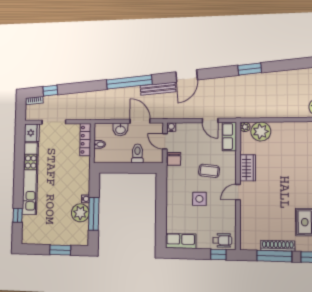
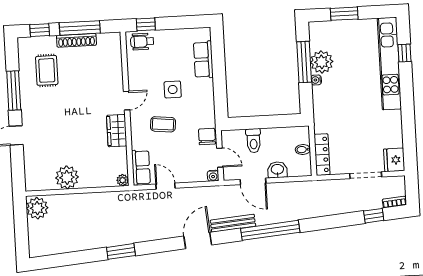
plant: (261, 131) -> (67, 177), moved
kitchen unit: (30, 178) -> (389, 63), moved
row of seats: (181, 241) -> (203, 60), moved, turned 90

